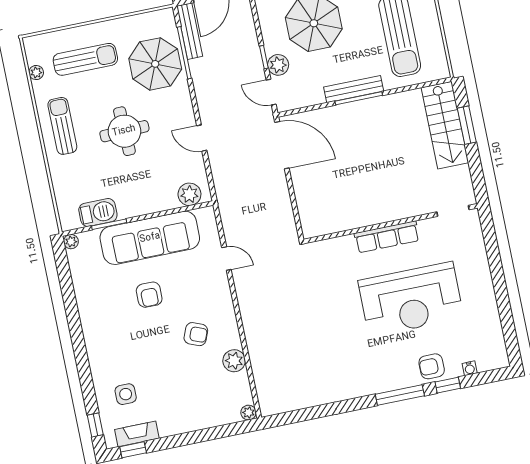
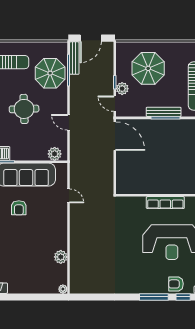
armchair: (196, 334) -> (41, 237), removed

